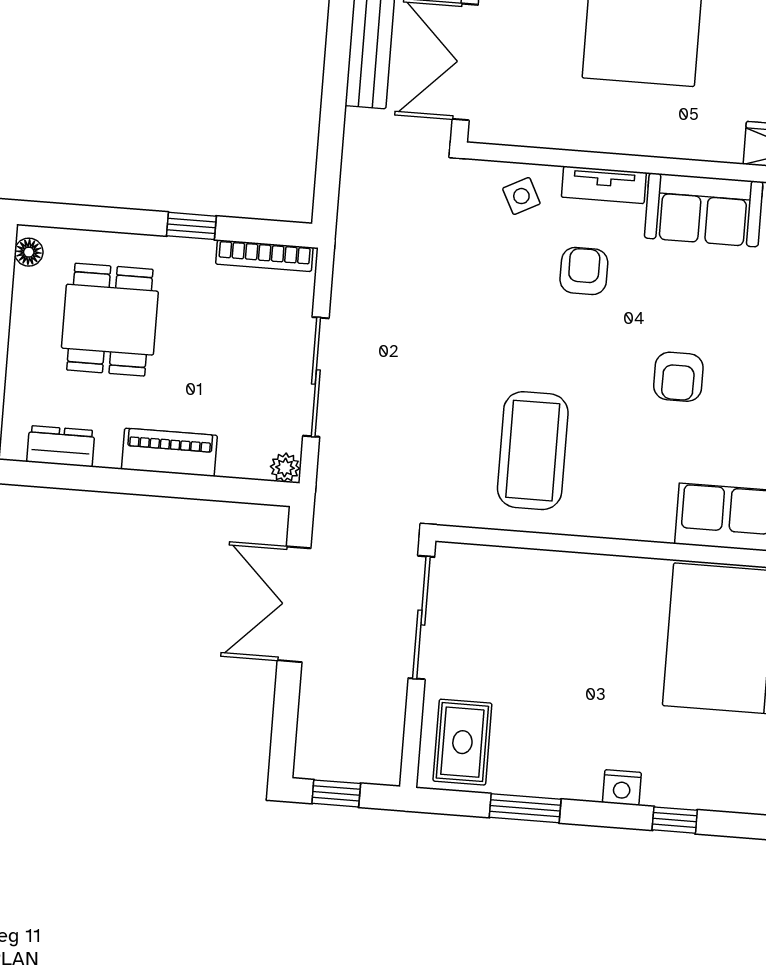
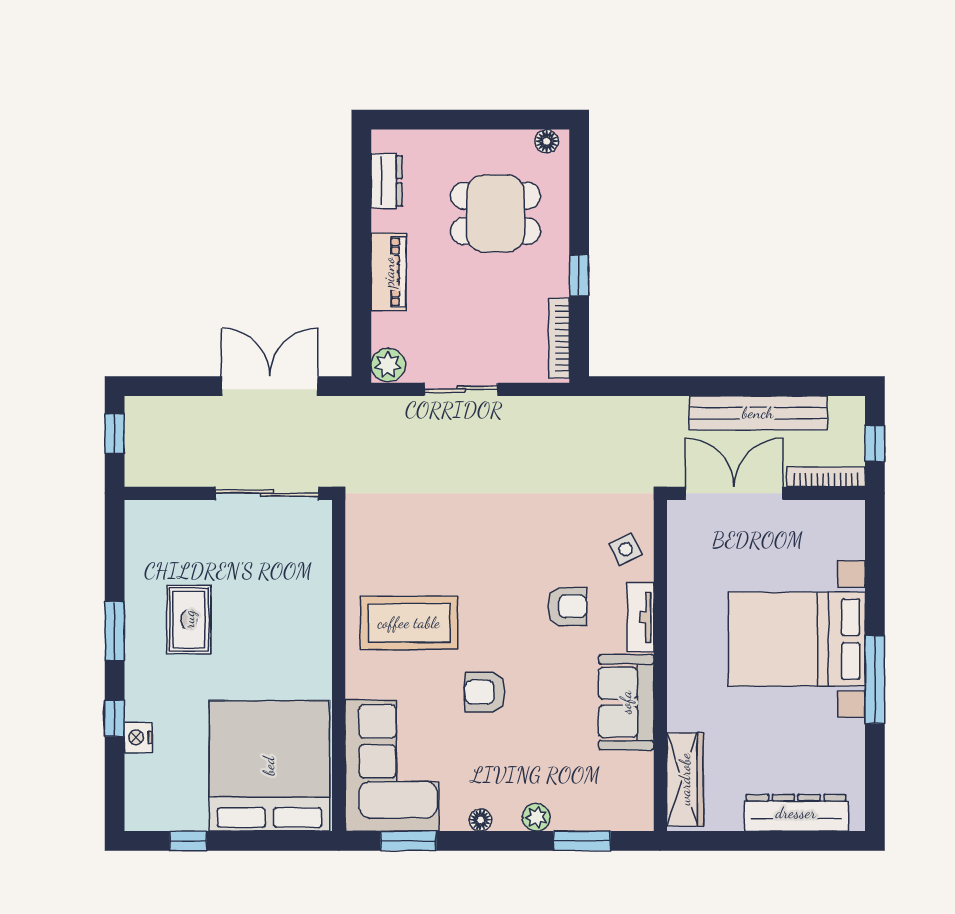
sliding door: (316, 377) -> (461, 389), width x0.73
coffee table: (533, 451) -> (409, 623), moved
plant: (285, 468) -> (388, 365), width x1.38, depth x1.38
rug: (462, 742) -> (189, 619), moved, turned 90
nightstand: (622, 788) -> (138, 737), moved
window: (525, 808) -> (115, 631), moved

